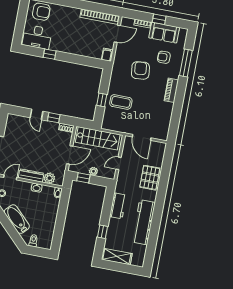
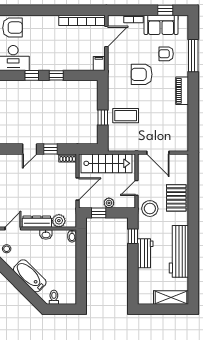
window: (159, 19) -> (165, 10), moved
window: (70, 58) -> (56, 75), added
armchair: (140, 70) -> (142, 74), turned -84
door: (36, 114) -> (30, 149), hinge flipped
stool: (126, 182) -> (150, 209), added
workbench: (118, 206) -> (145, 253), moved
window: (103, 232) -> (133, 236), moved
shelving: (117, 256) -> (171, 298), moved

